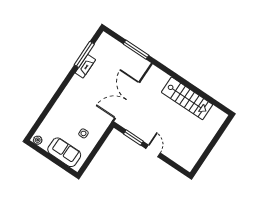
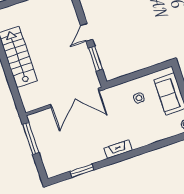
window: (84, 54) -> (82, 171), width x0.69
fireplace: (85, 66) -> (118, 149), moved

